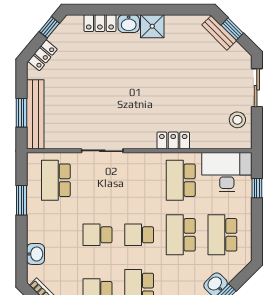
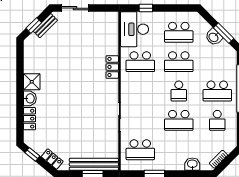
bench: (219, 33) -> (45, 26), moved
stool: (237, 120) -> (98, 22), removed
school desk: (97, 235) -> (179, 120), width x1.85

